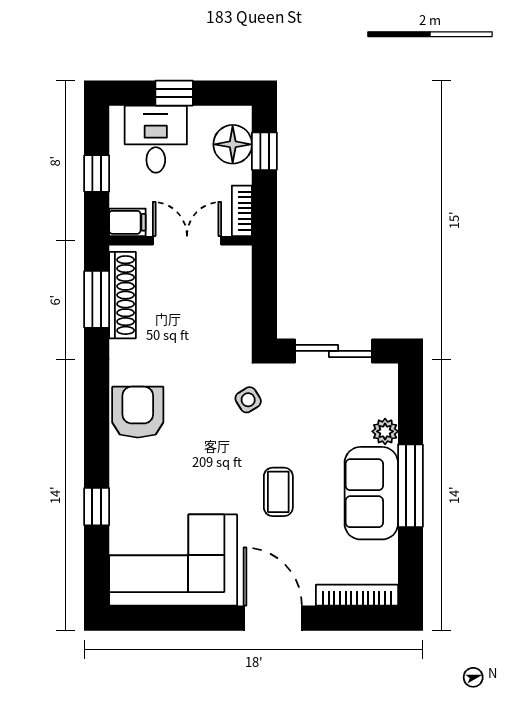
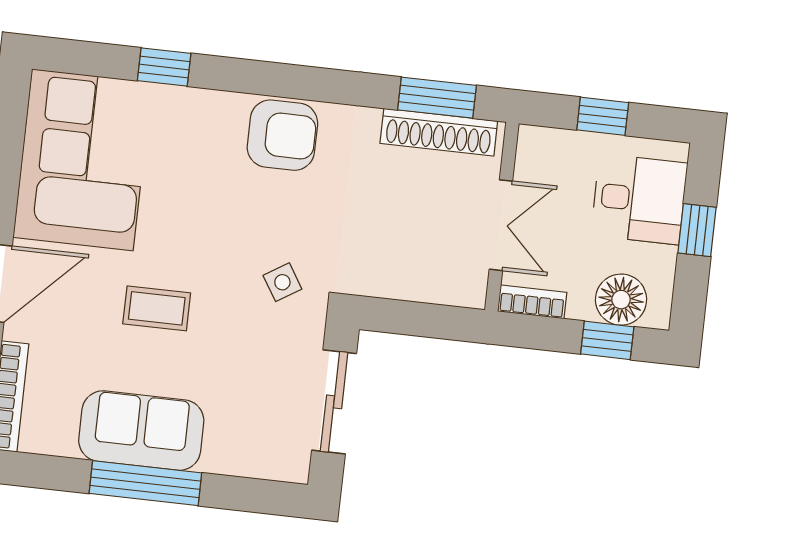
filing cabinet: (127, 222) -> (534, 149), removed
plant: (385, 431) -> (220, 458), removed

